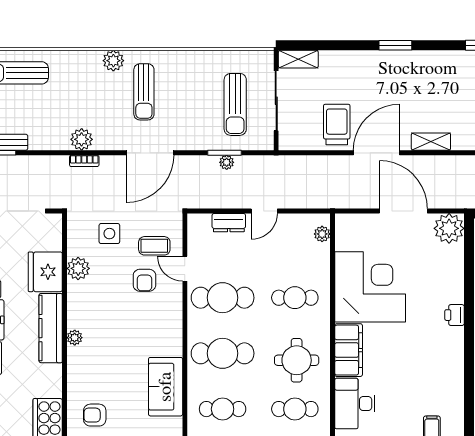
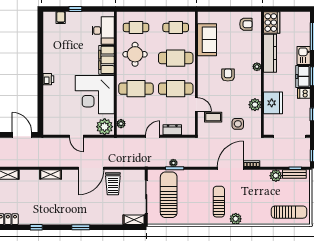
sun lounger: (235, 104) -> (169, 195), width x1.36, depth x1.34
plant: (82, 139) -> (276, 176), moved
shelving: (431, 142) -> (51, 174), moved
door: (150, 153) -> (230, 168), moved
door: (403, 211) -> (76, 136), width x0.53
plant: (449, 228) -> (105, 127), moved
armchair: (144, 280) -> (228, 75), moved
cafe table: (295, 298) -> (136, 89), width x1.37, depth x1.35
kitchen counter: (51, 328) -> (270, 53), moved

